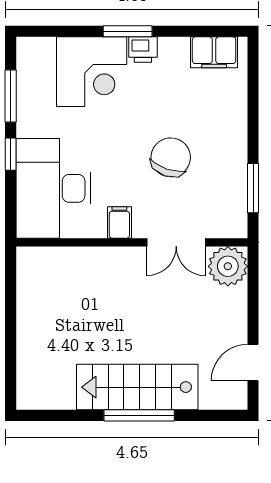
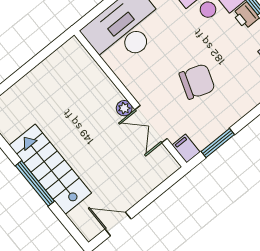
filing cabinet: (119, 222) -> (186, 149), moved, turned -90
plant: (228, 266) -> (124, 108), moved, width x0.53, depth x0.53

